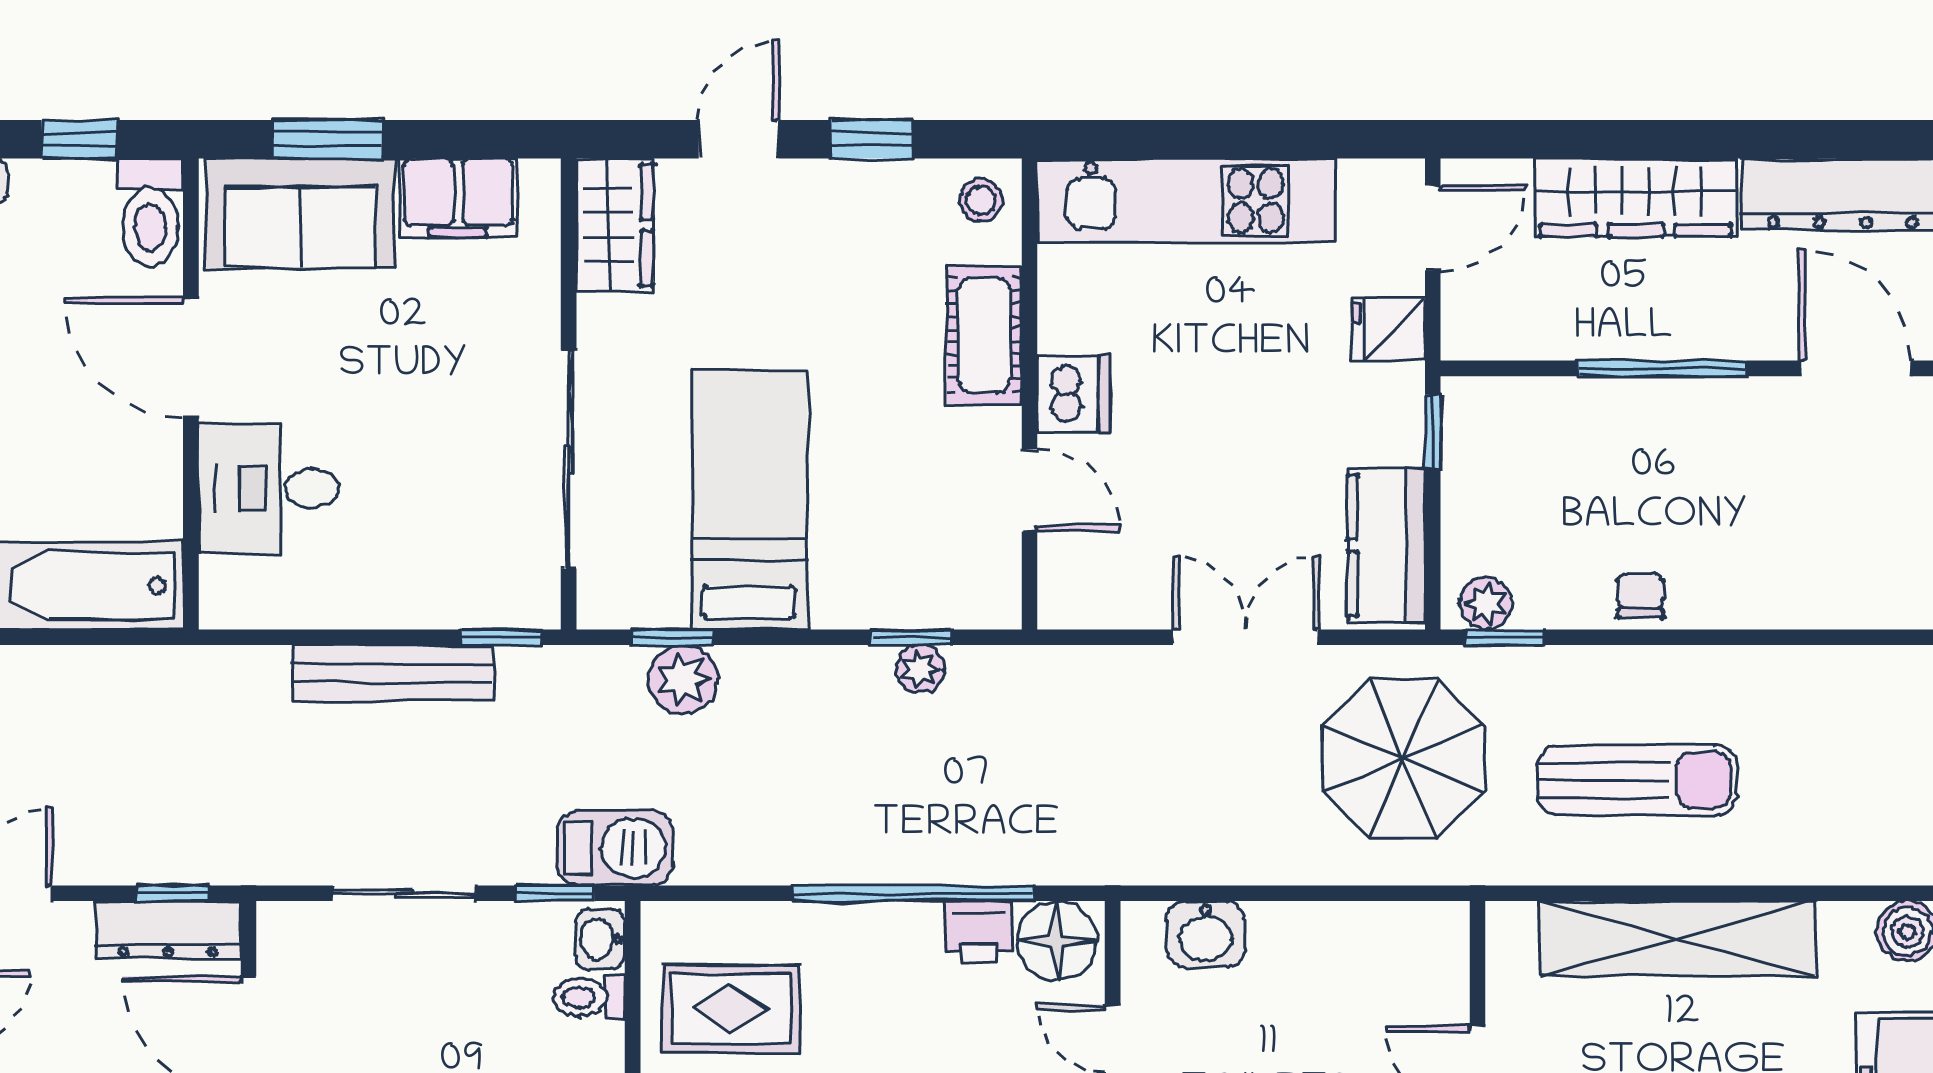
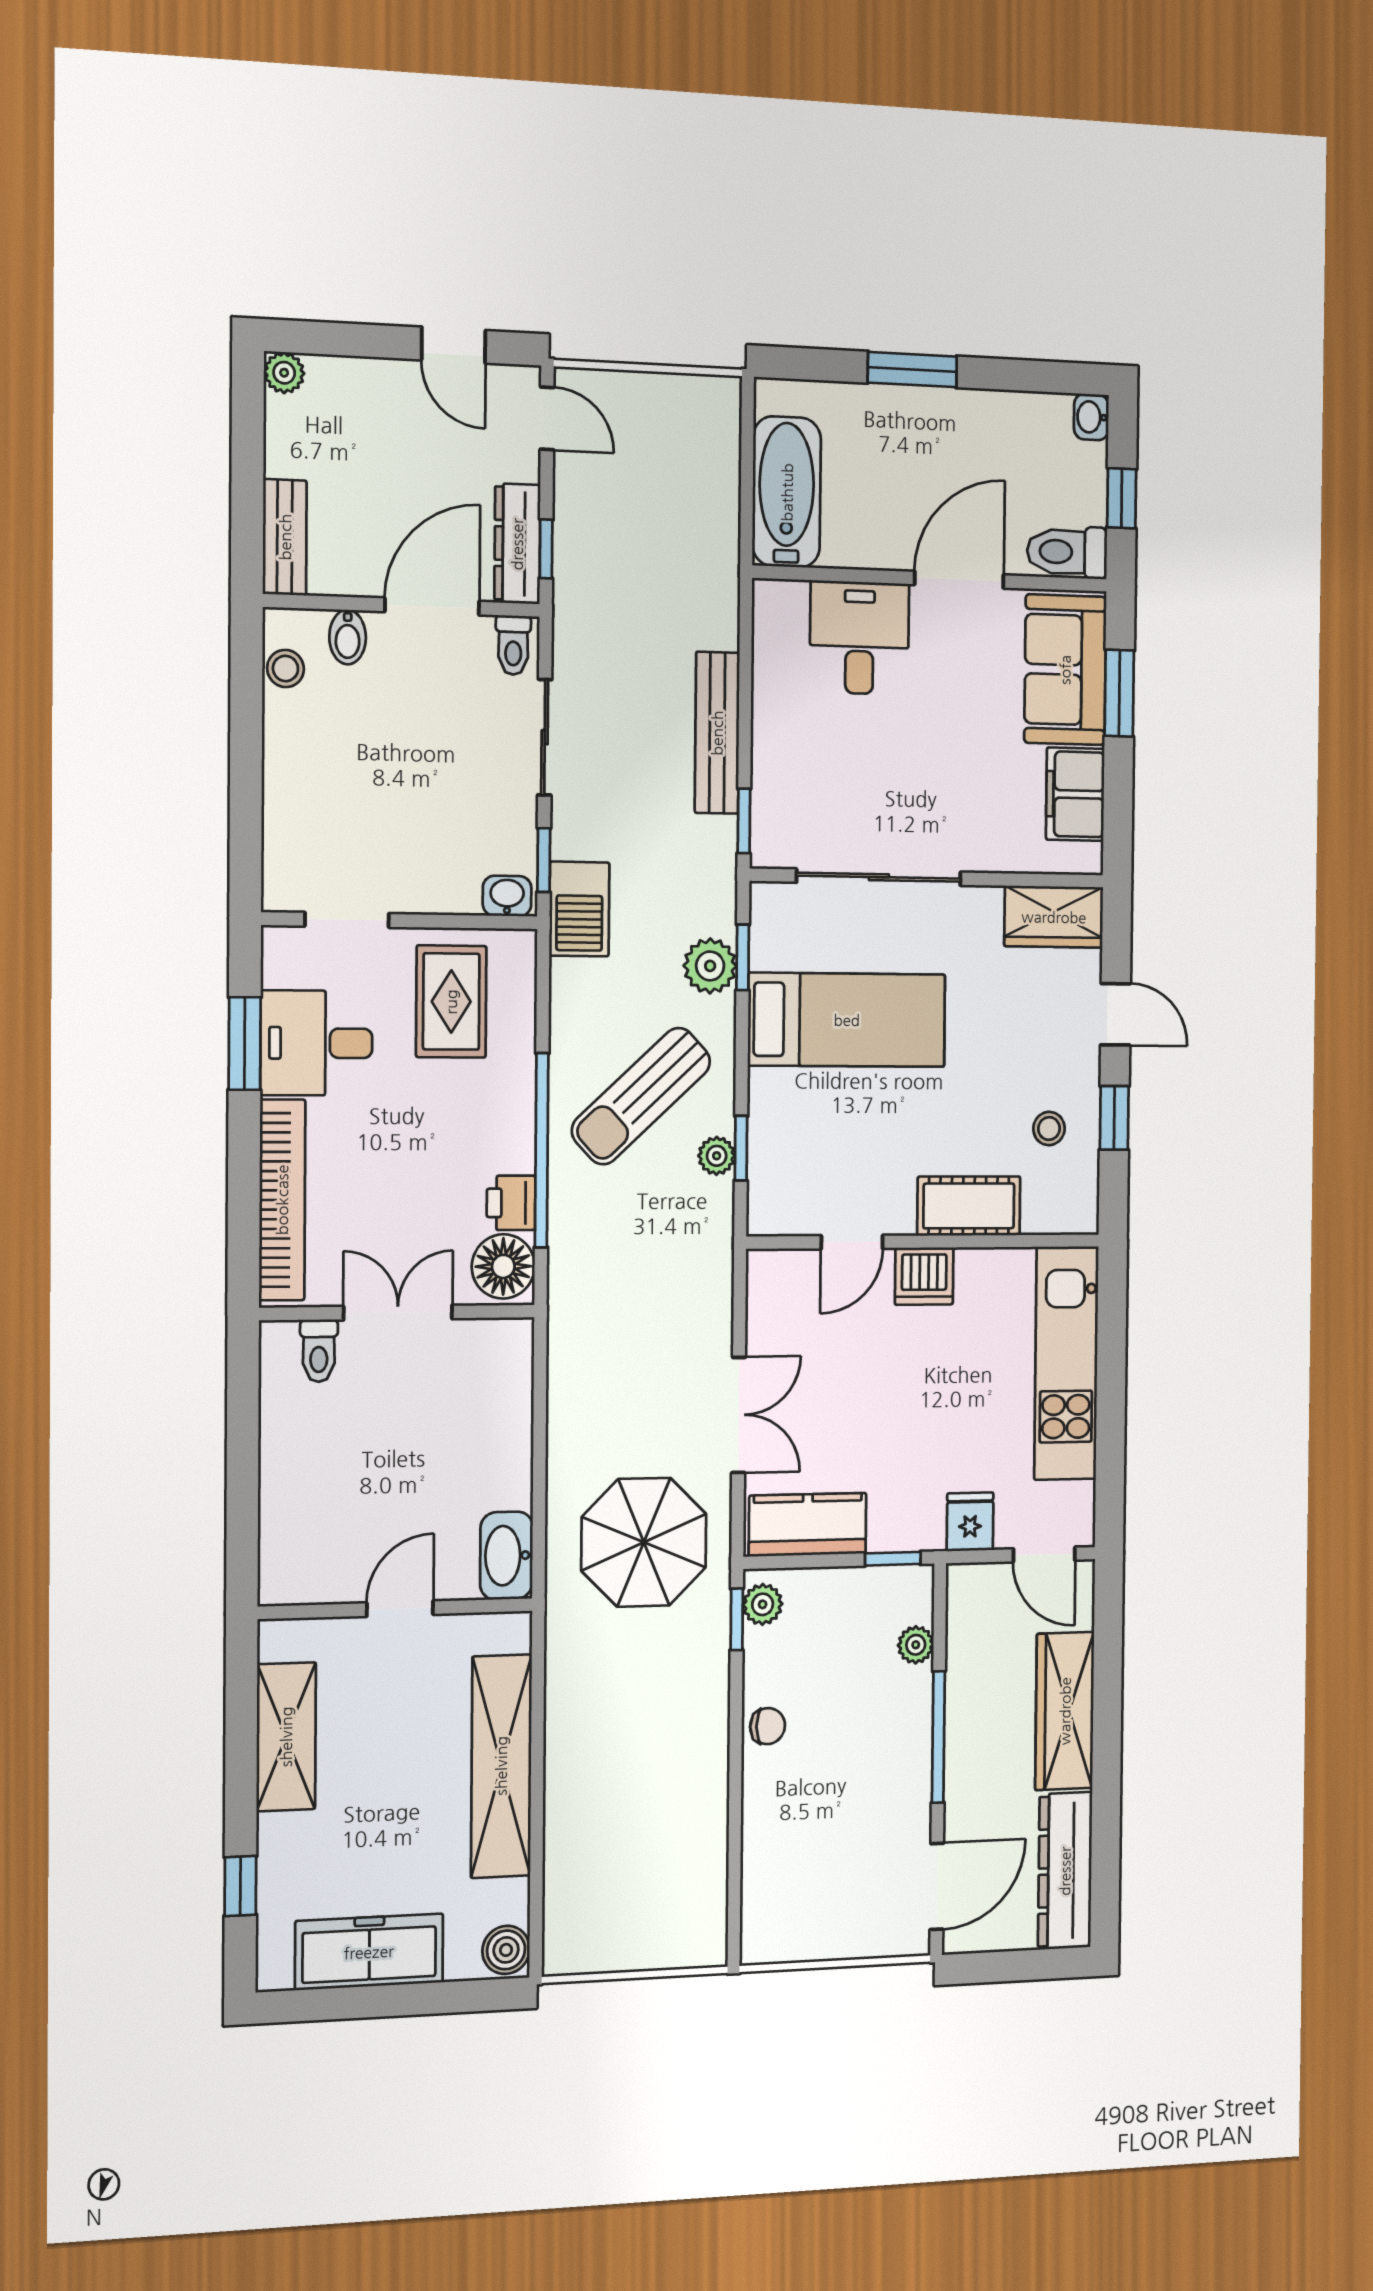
stool: (981, 200) -> (1049, 1128), moved
plant: (1544, 400) -> (916, 1645), added
sun lounger: (1637, 780) -> (641, 1096), moved, turned 47
washbasin: (1206, 934) -> (506, 1556), moved, width x1.38
toilet: (589, 997) -> (513, 645), moved, turned 180

